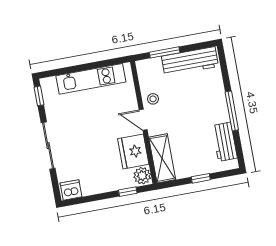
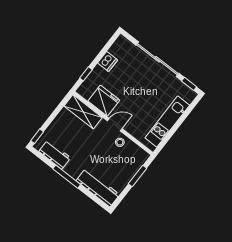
workbench: (190, 61) -> (98, 188), moved, turned 90
sliding door: (48, 146) -> (158, 59), width x1.36
plant: (142, 176) -> (86, 91), removed
window: (201, 178) -> (37, 136), moved
dishwasher: (71, 190) -> (108, 61), moved

